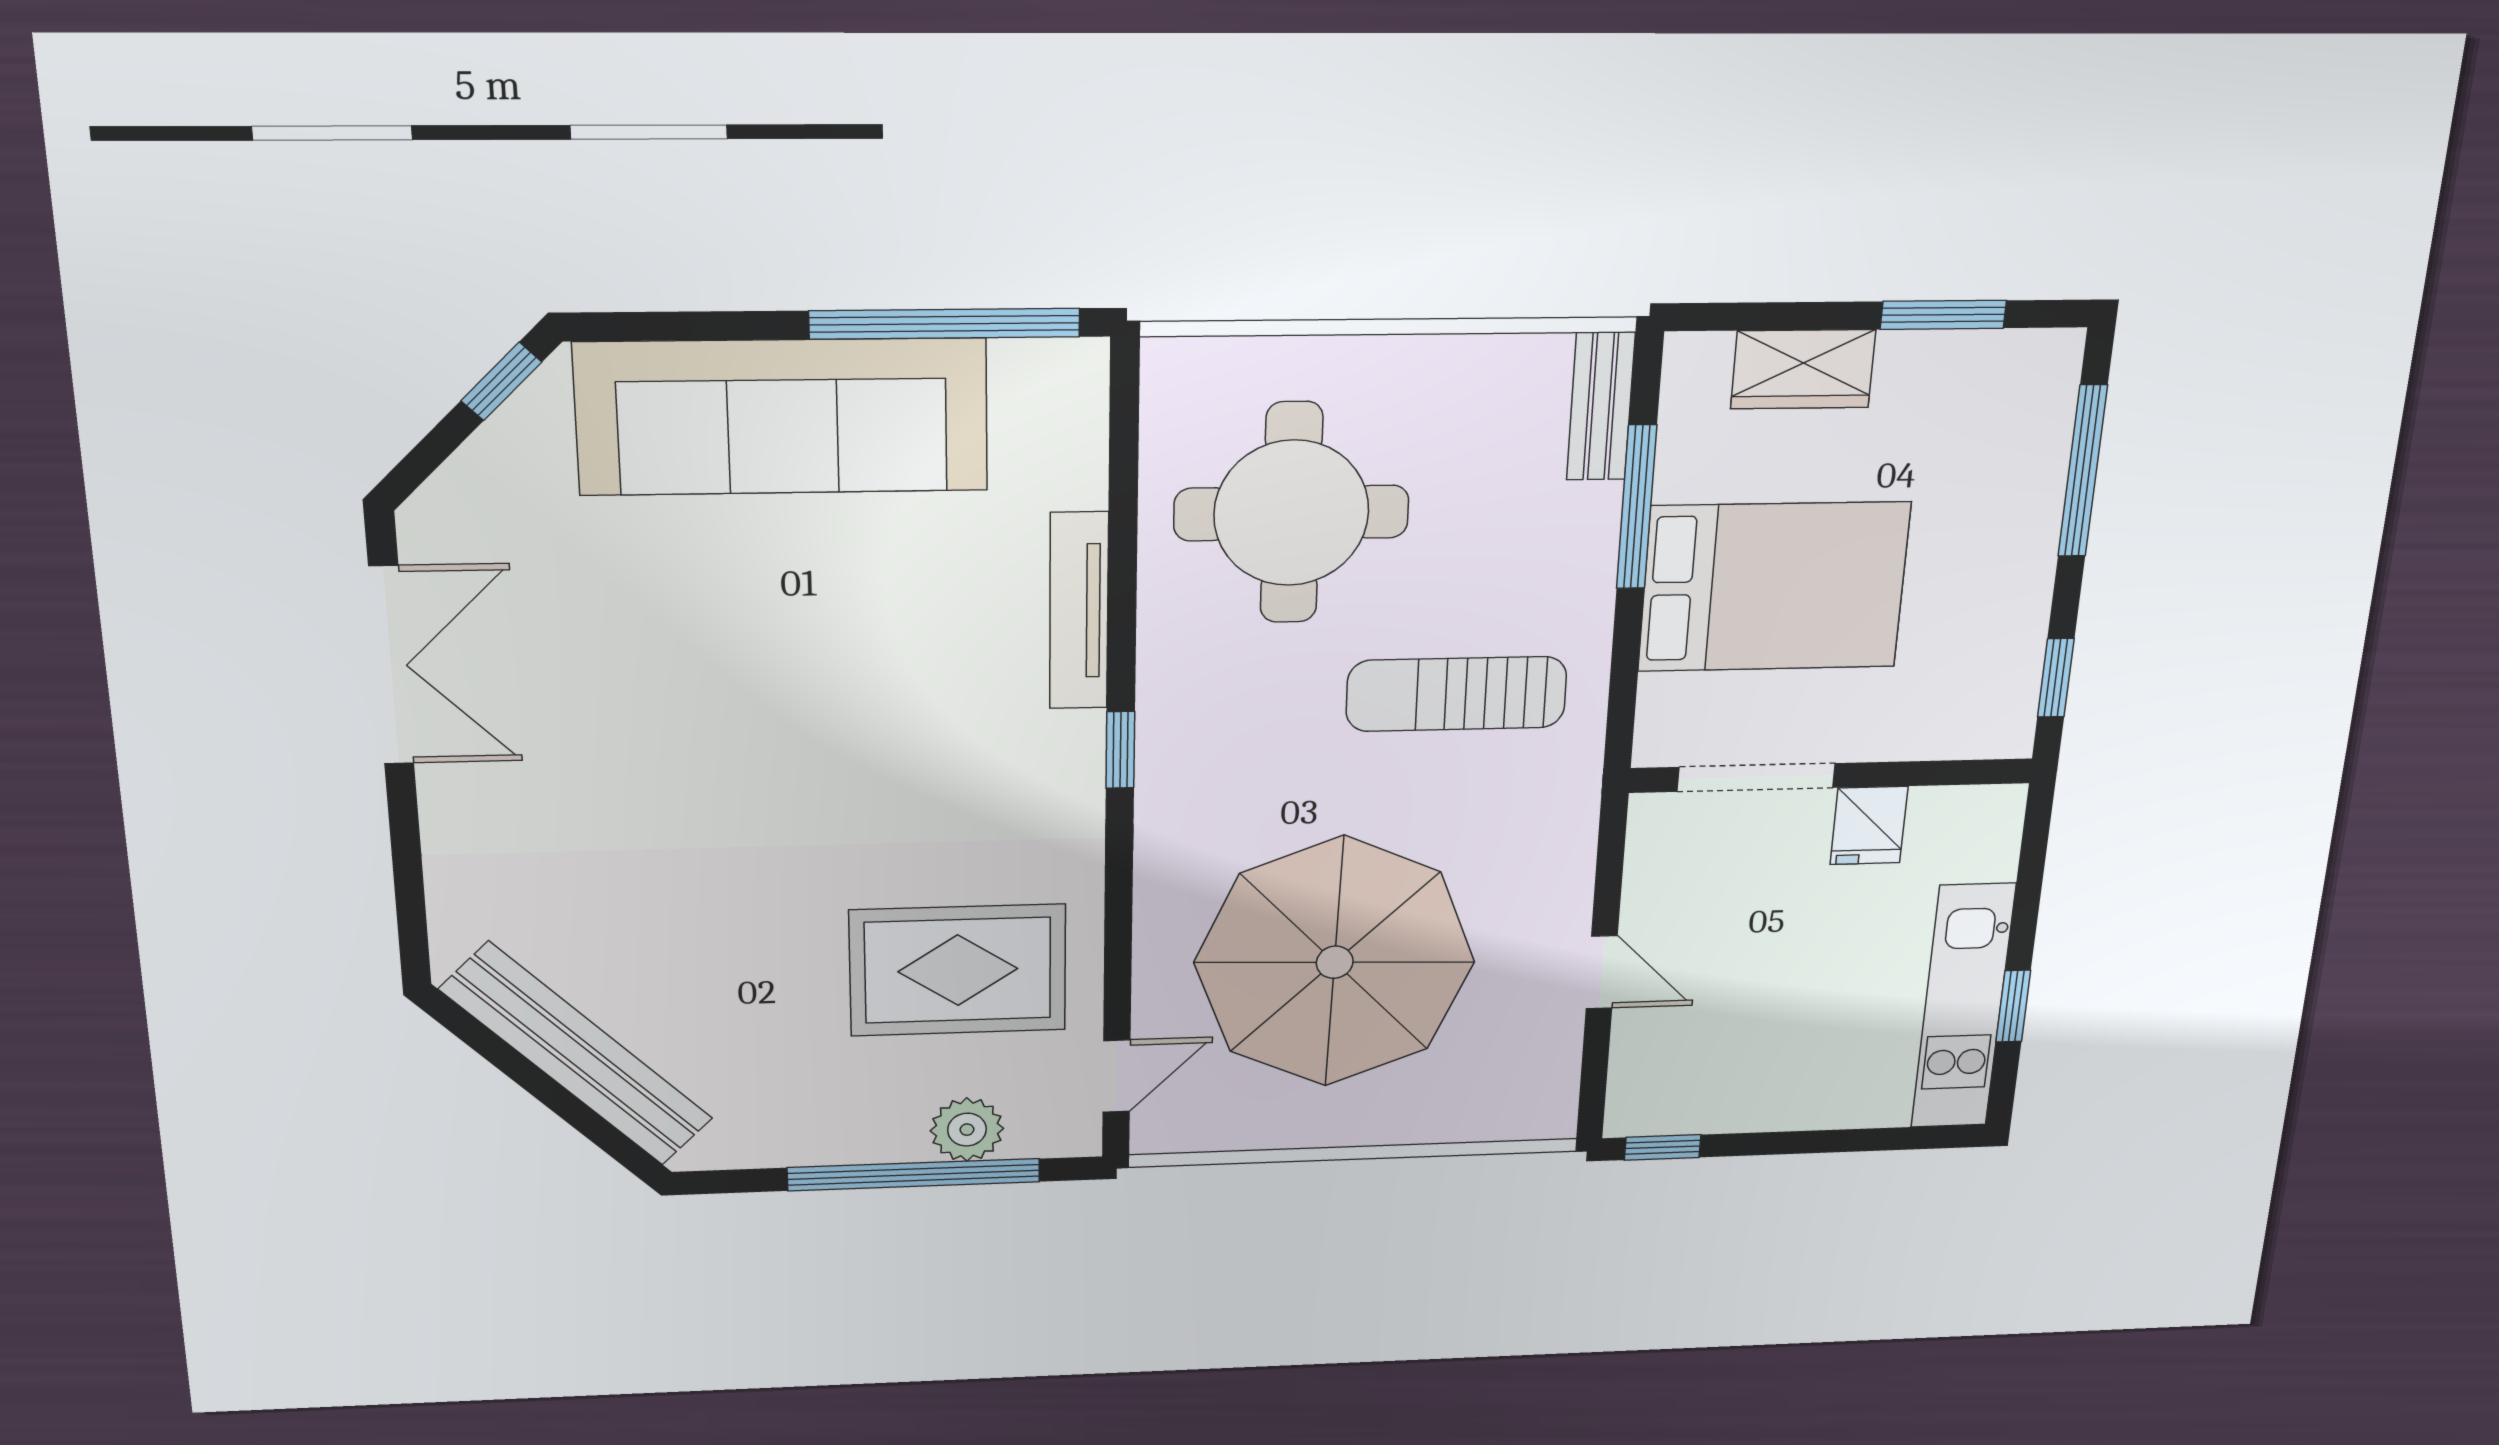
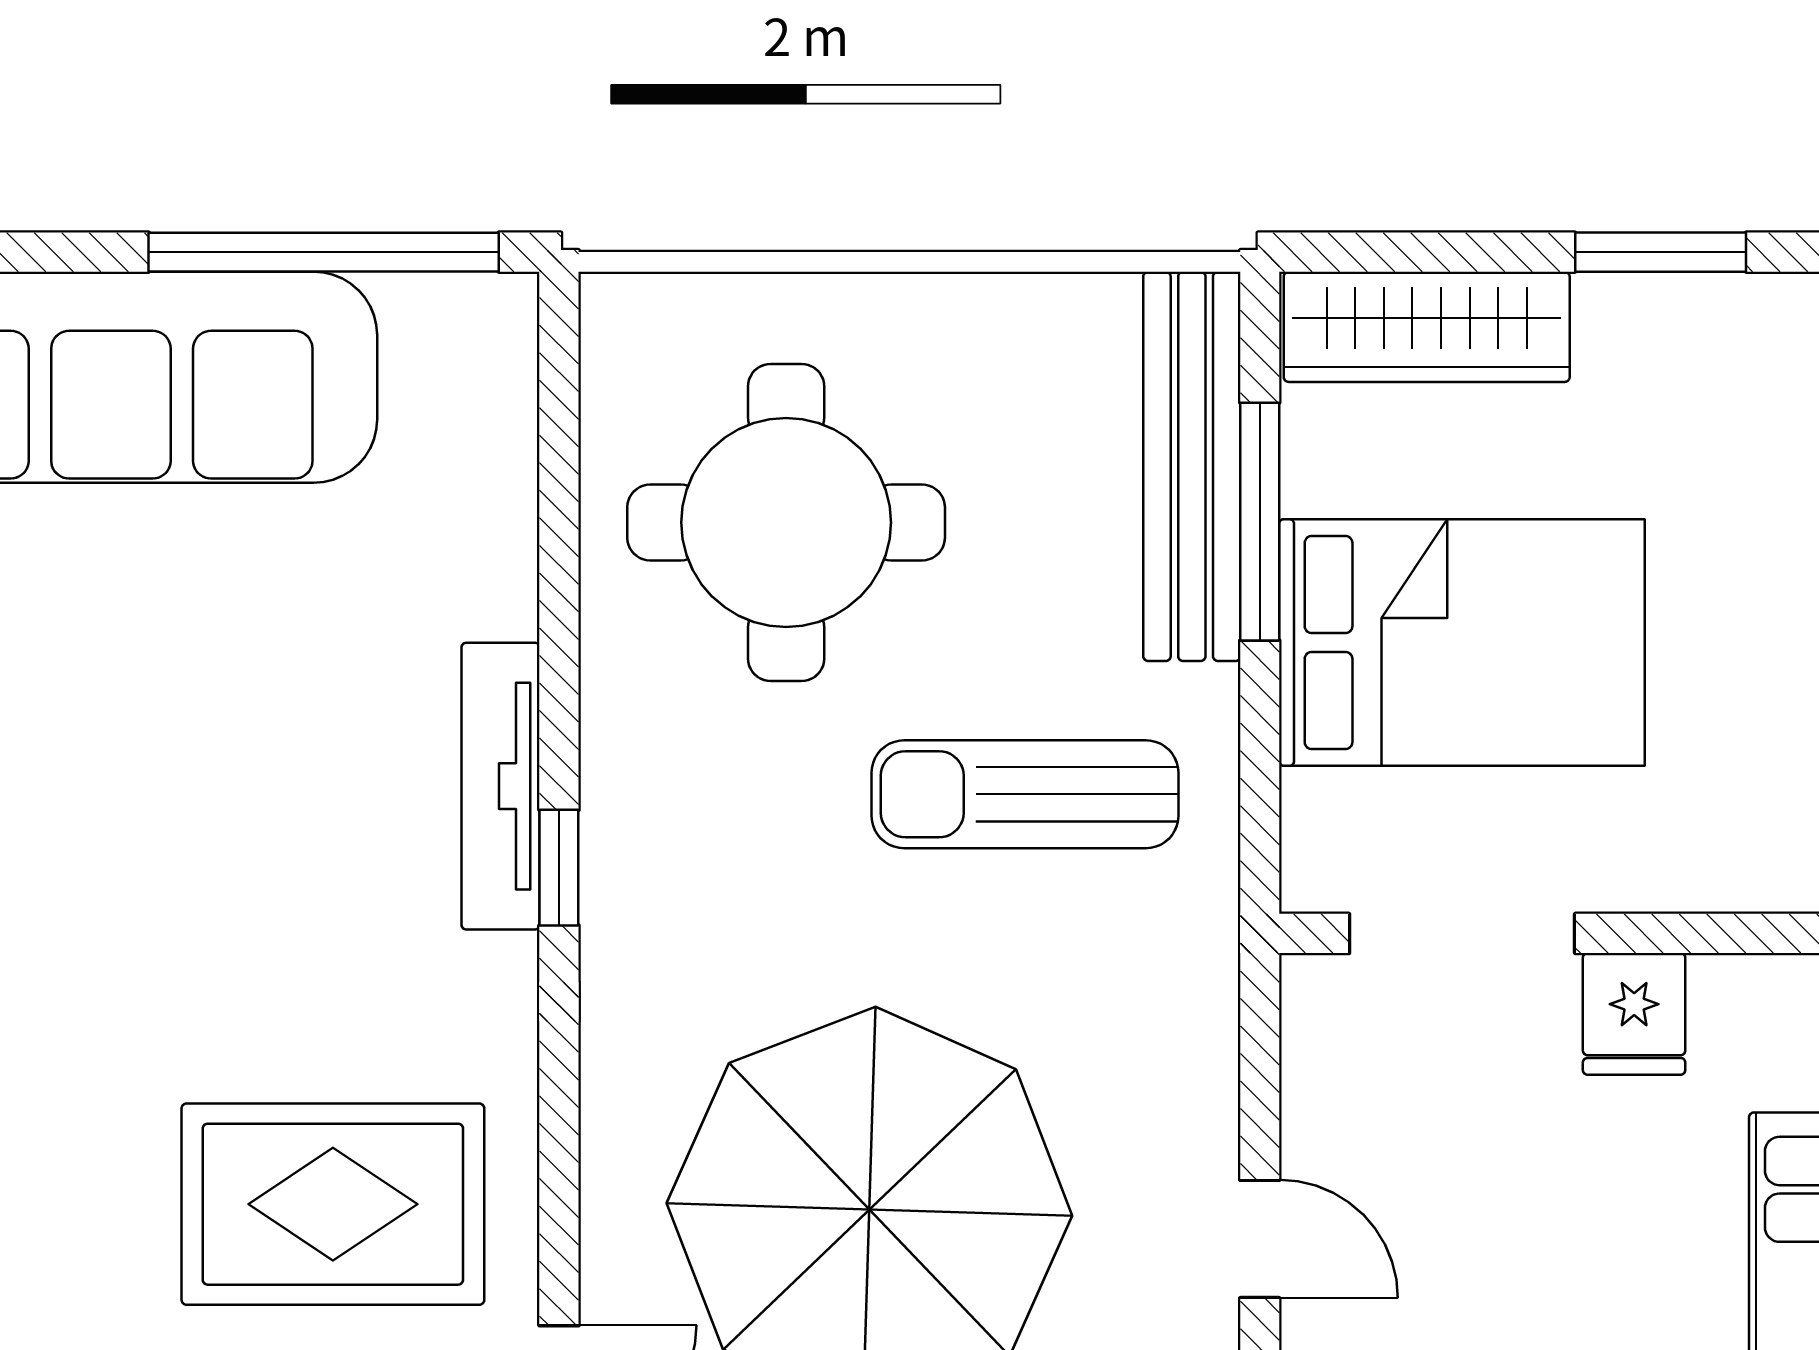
wardrobe: (1803, 369) -> (1427, 327), width x1.50
bench: (1601, 406) -> (1192, 466), width x1.86, depth x1.21
tv unit: (1079, 611) -> (501, 786), moved

